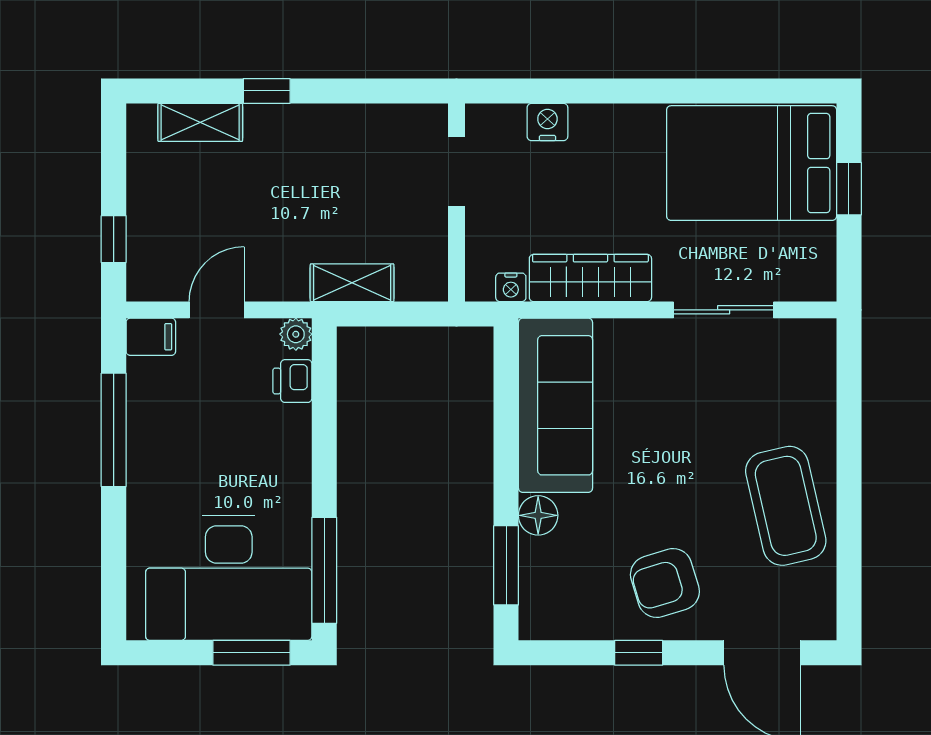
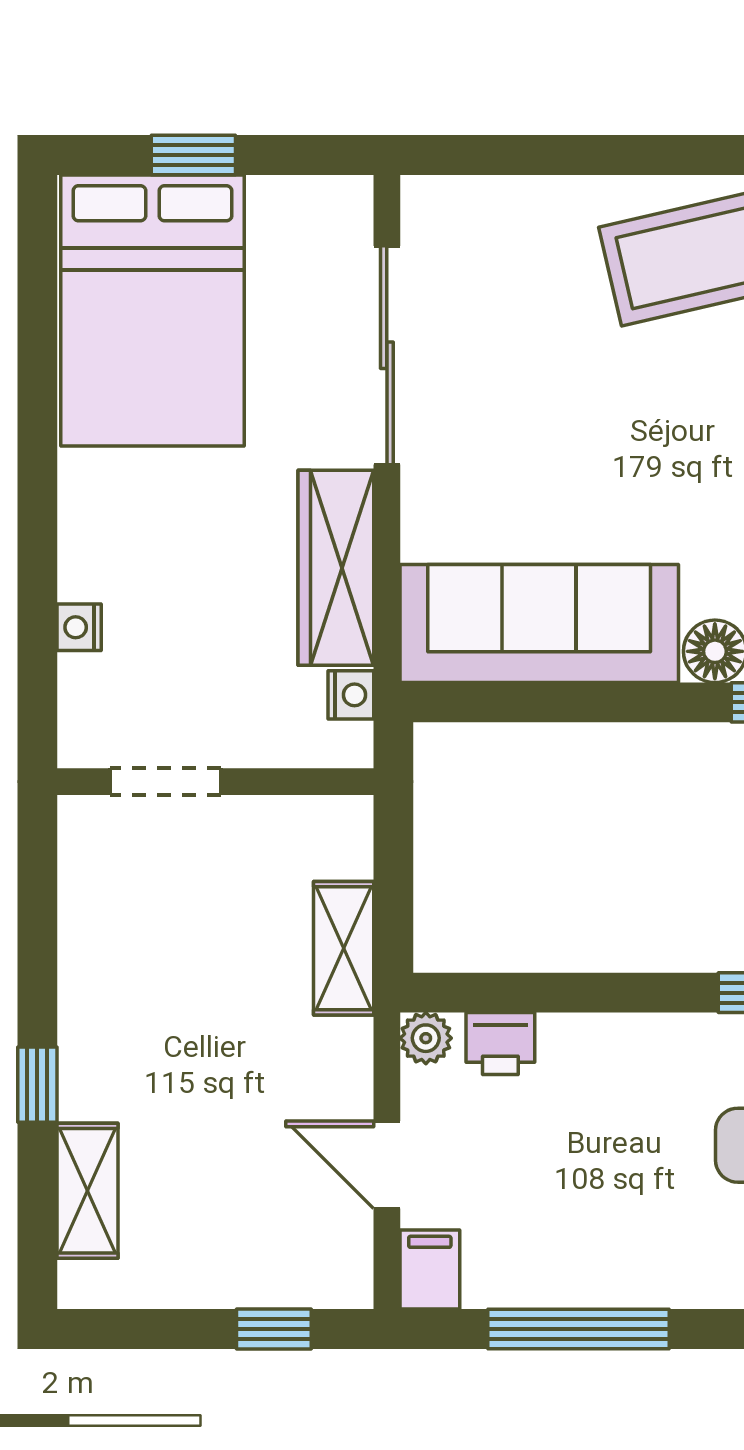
nightstand: (547, 122) -> (79, 627), width x0.72, depth x0.74
sliding door: (724, 310) -> (387, 355), width x1.37

